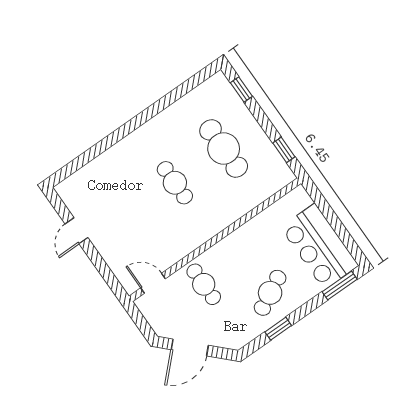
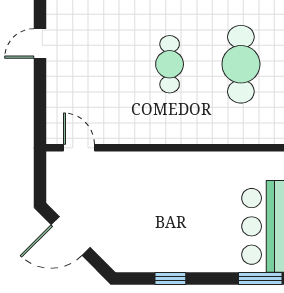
cafe table: (204, 284) -> (128, 184), removed
cafe table: (270, 293) -> (187, 238), removed

